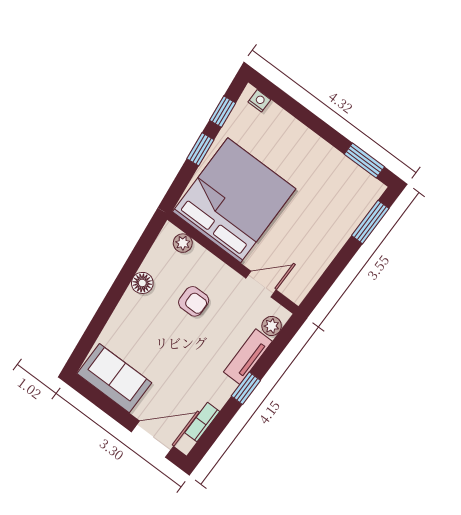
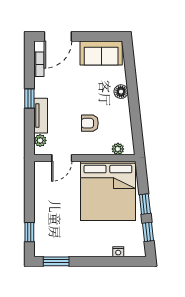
nightstand: (259, 101) -> (118, 252), moved
window: (370, 222) -> (29, 232), width x0.67
floor lamp: (142, 283) -> (121, 92), moved

